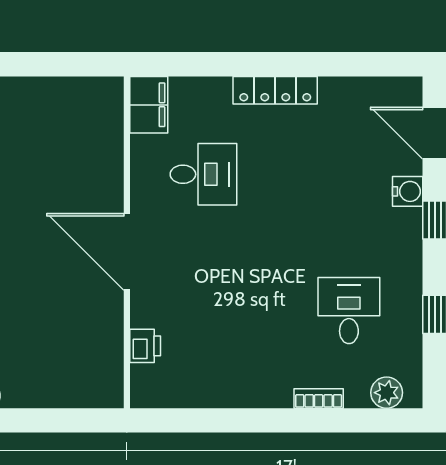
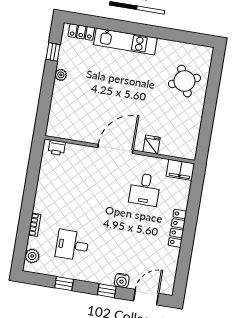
fridge: (105, 176) -> (152, 145), added
desk: (349, 310) -> (72, 245), turned 180
printer: (145, 346) -> (57, 148), moved

